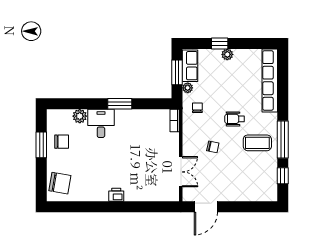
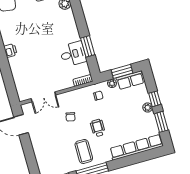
window: (248, 43) -> (161, 122), added
window: (120, 104) -> (88, 46), moved
desk: (101, 123) -> (73, 54), moved

